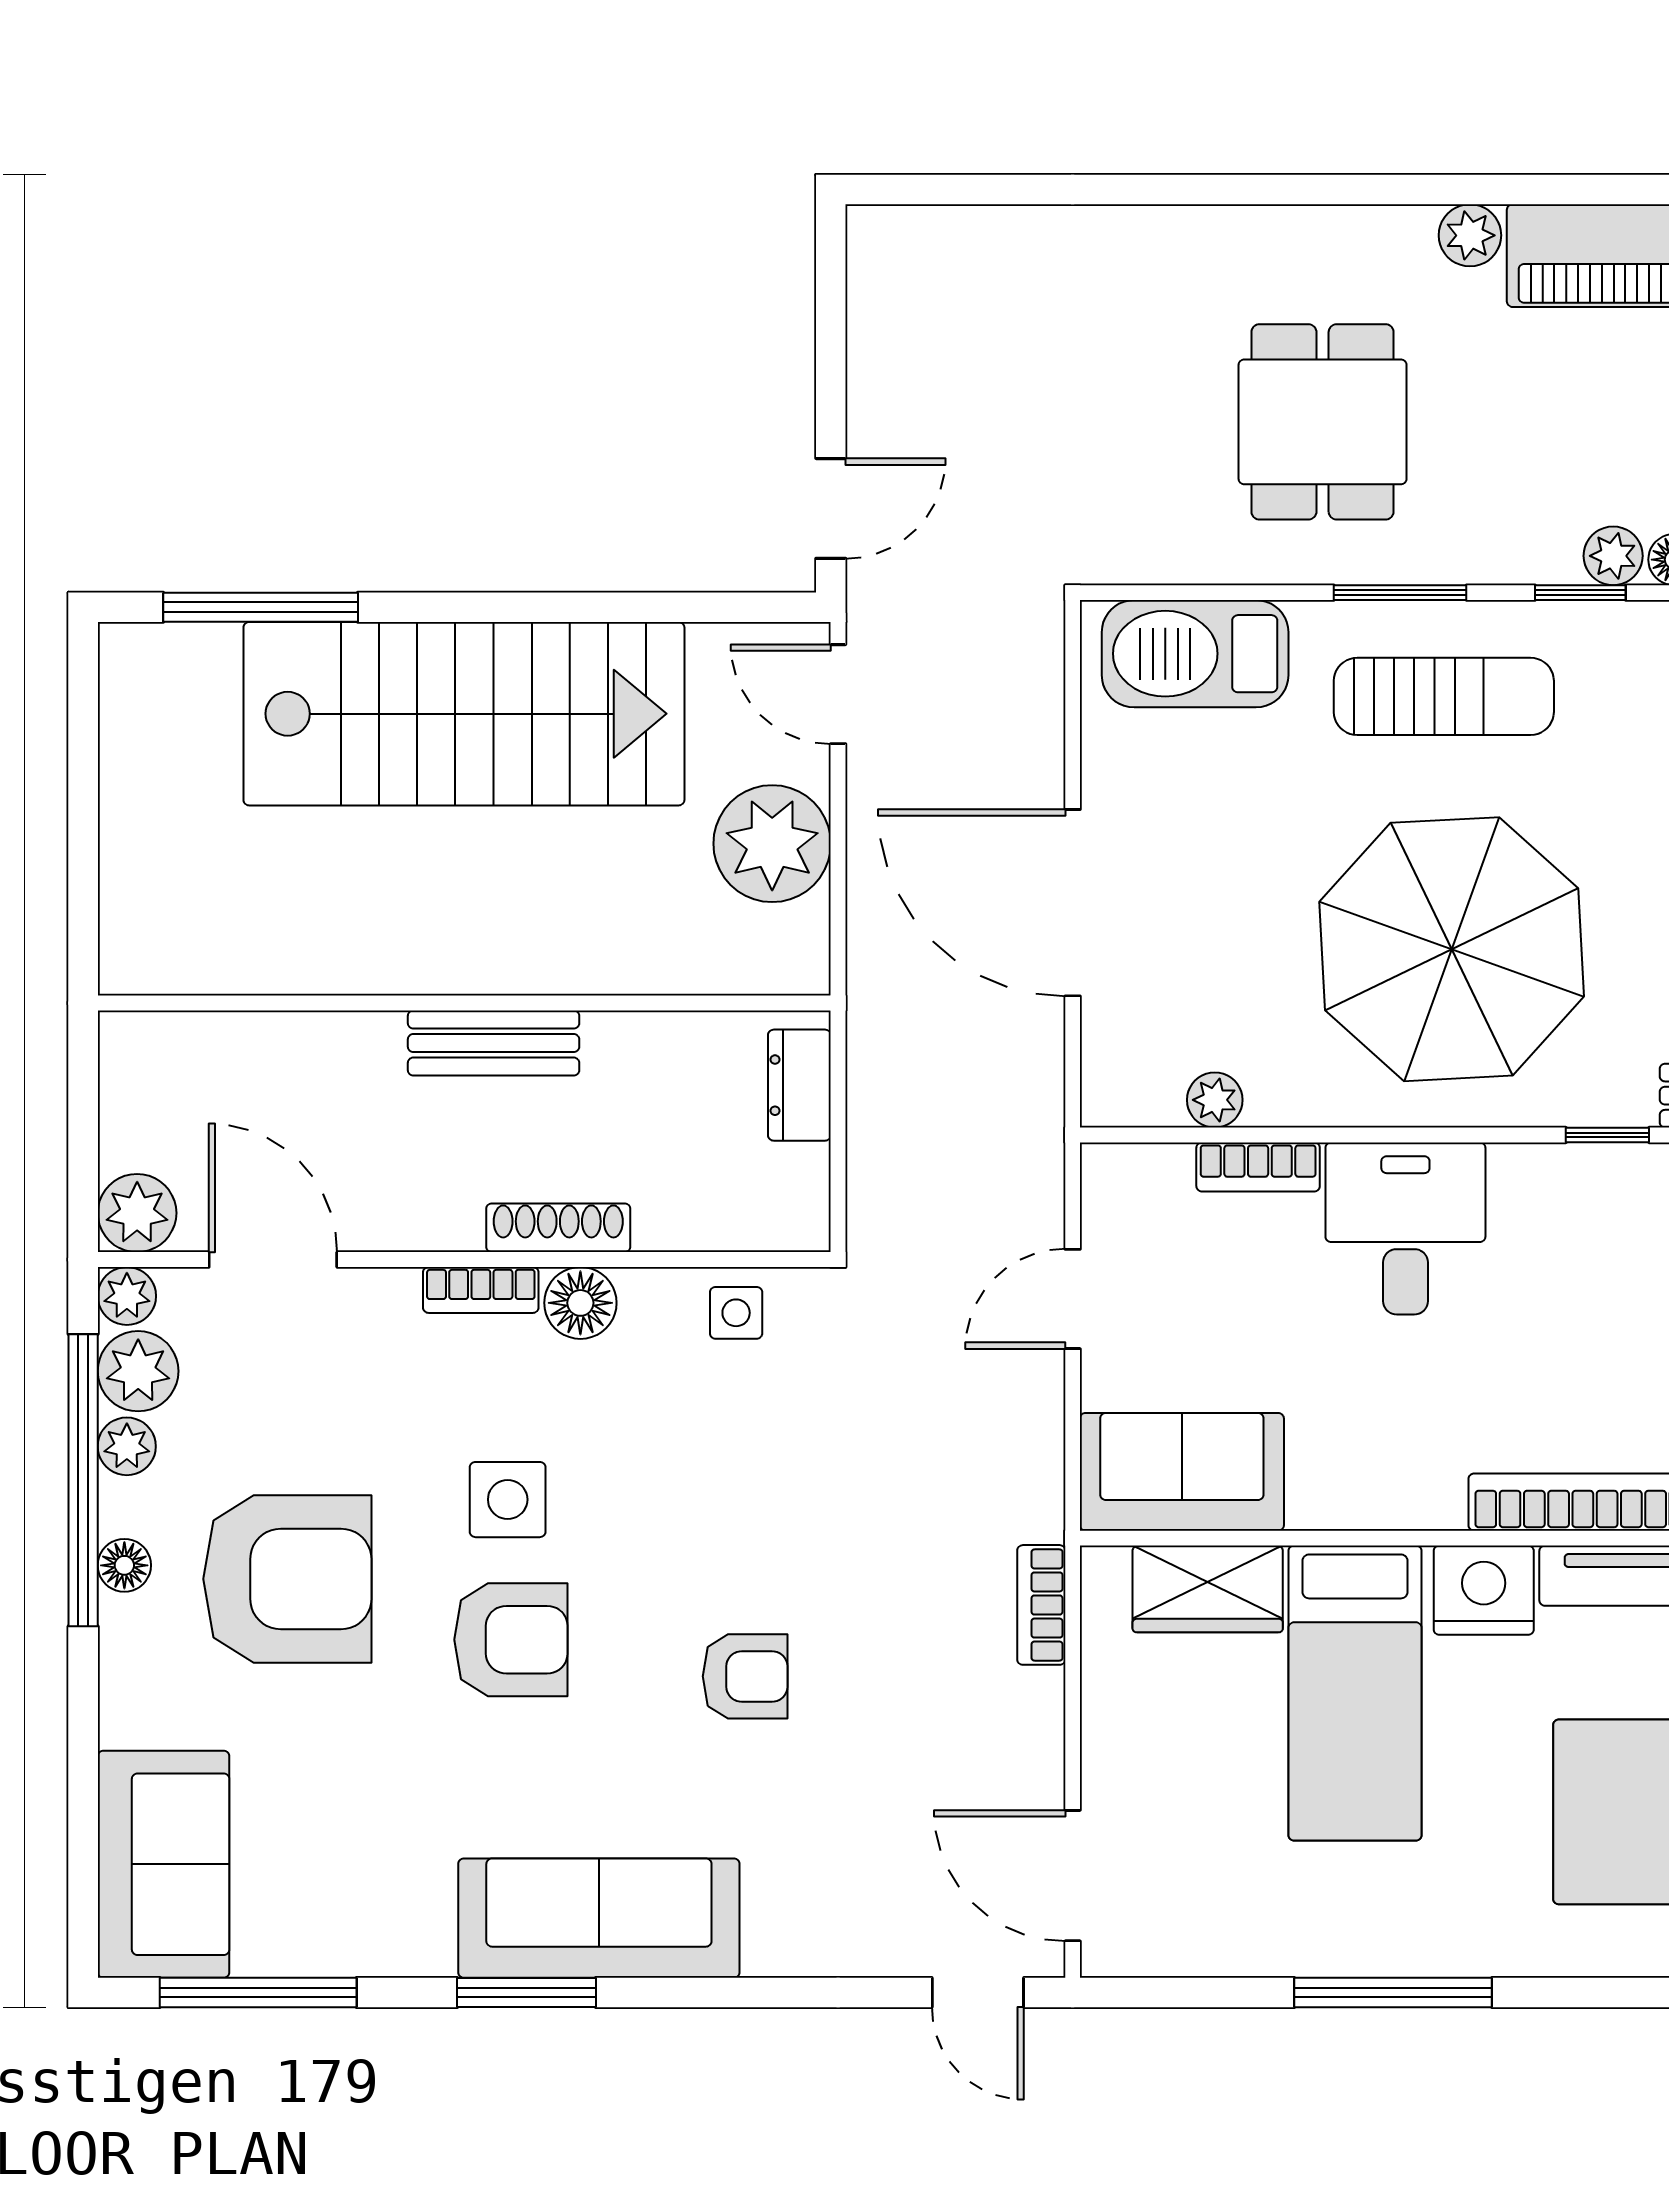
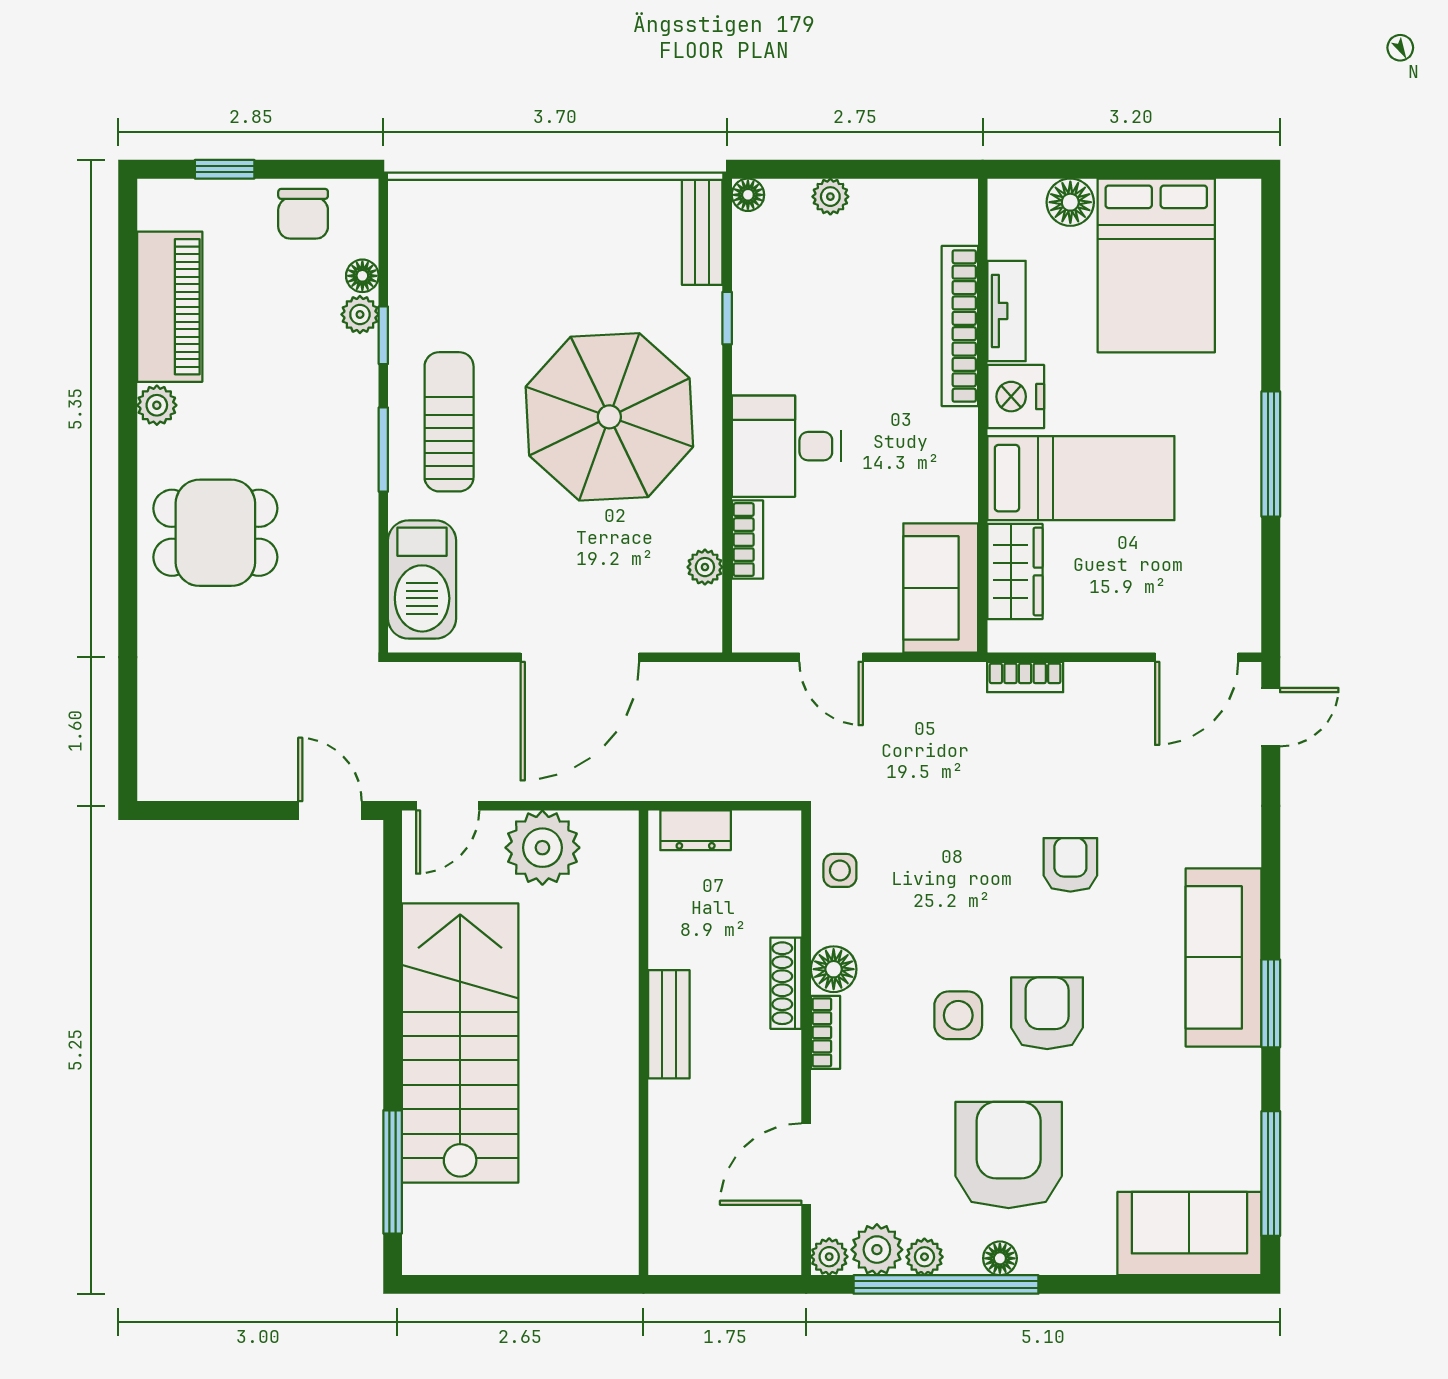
dining table: (1323, 422) -> (215, 533), moved
plant: (137, 1213) -> (777, 1250), removed

